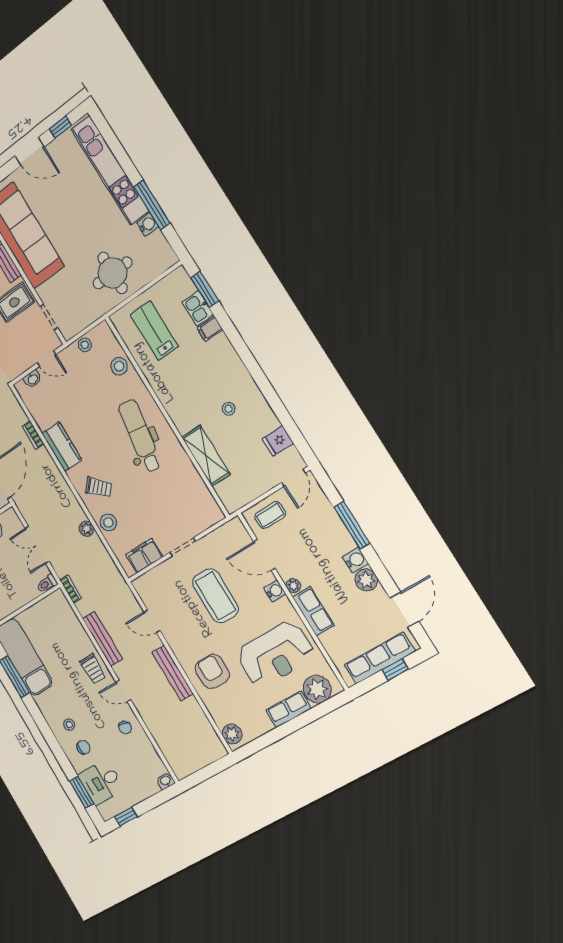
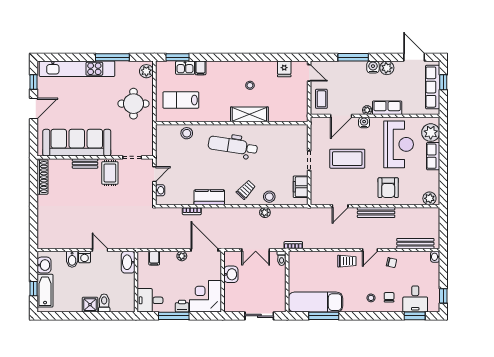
water cooler: (148, 225) -> (121, 67), removed
plant: (162, 261) -> (146, 71), added
stool: (85, 345) -> (162, 146), removed
shelving: (206, 456) -> (249, 114), moved
bench: (103, 639) -> (415, 244), moved
armchair: (212, 671) -> (388, 188), turned -90

